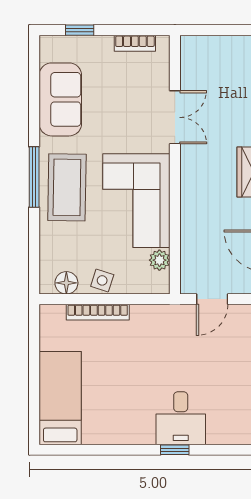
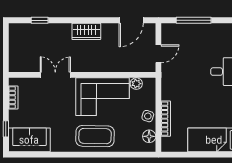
sofa: (60, 99) -> (29, 140), moved
window: (34, 177) -> (89, 155), removed
door: (212, 299) -> (158, 54), hinge flipped

